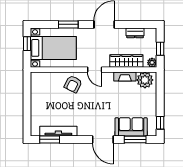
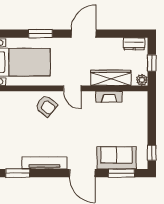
dresser: (135, 33) -> (134, 44), moved
plant: (145, 80) -> (133, 101), removed
armchair: (73, 84) -> (46, 106), turned -78
tv unit: (58, 131) -> (44, 163), moved

